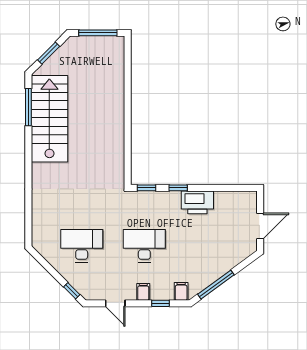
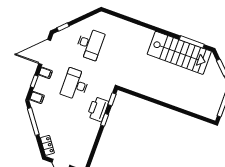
printer: (197, 202) -> (98, 109), moved
desk: (144, 246) -> (75, 84), turned 180
locker: (242, 254) -> (47, 145), added
door: (115, 303) -> (45, 52), width x1.88

